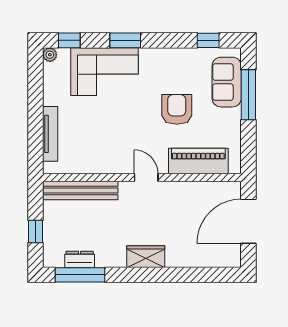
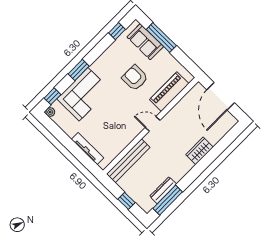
wardrobe: (146, 257) -> (200, 151), moved
dresser: (80, 259) -> (163, 190), width x1.44

